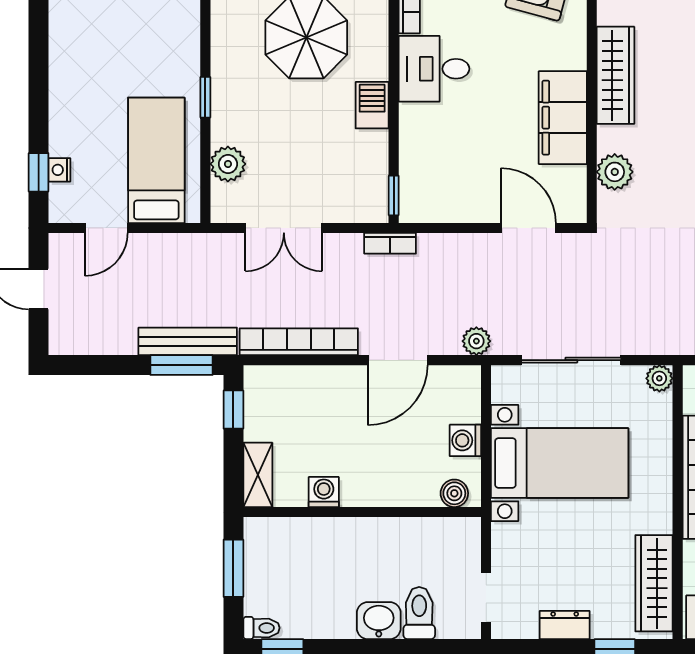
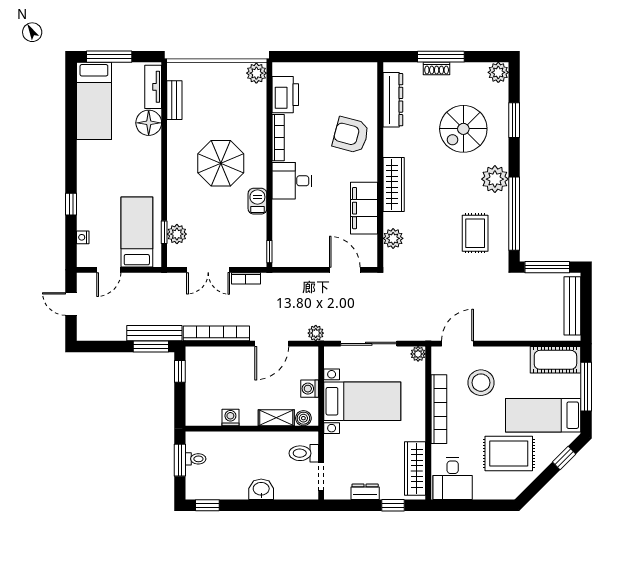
window: (205, 97) -> (164, 232), moved
window: (39, 172) -> (71, 204), moved
bookcase: (390, 243) -> (246, 278), moved
shelving: (258, 475) -> (276, 418), moved, turned 90
toilet: (419, 613) -> (304, 453), moved, turned -90
toilet: (262, 628) -> (196, 459), moved

